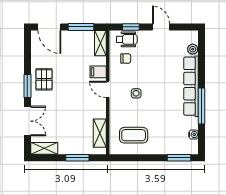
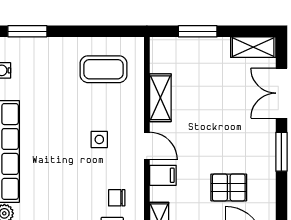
pallet: (44, 79) -> (229, 187), moved, turned 90
shelving: (100, 133) -> (160, 98), moved

